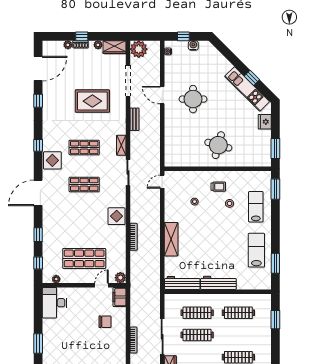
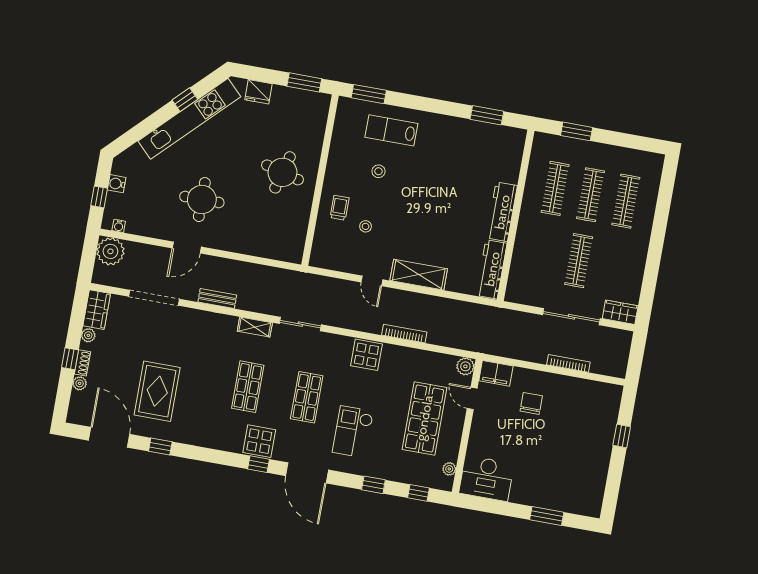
plant: (139, 49) -> (110, 251), moved
kitchen unit: (247, 89) -> (189, 119), width x1.36
rug: (92, 101) -> (157, 391), moved
window: (38, 145) -> (258, 464), moved
door: (162, 182) -> (372, 281), moved
trolley: (218, 187) -> (339, 208), moved
checkout: (68, 216) -> (353, 432), added
lab bench: (256, 250) -> (461, 142), removed
clothes rail: (197, 313) -> (590, 195), moved

